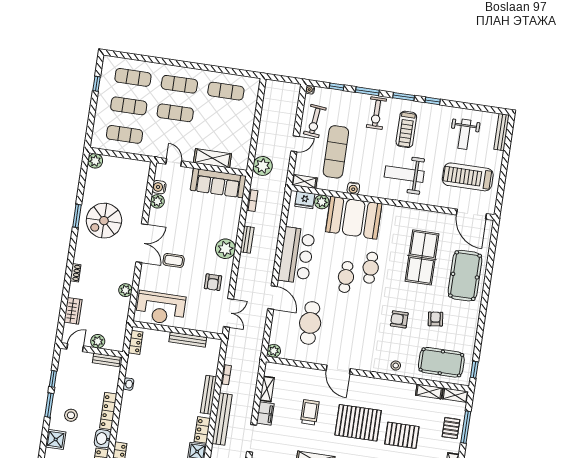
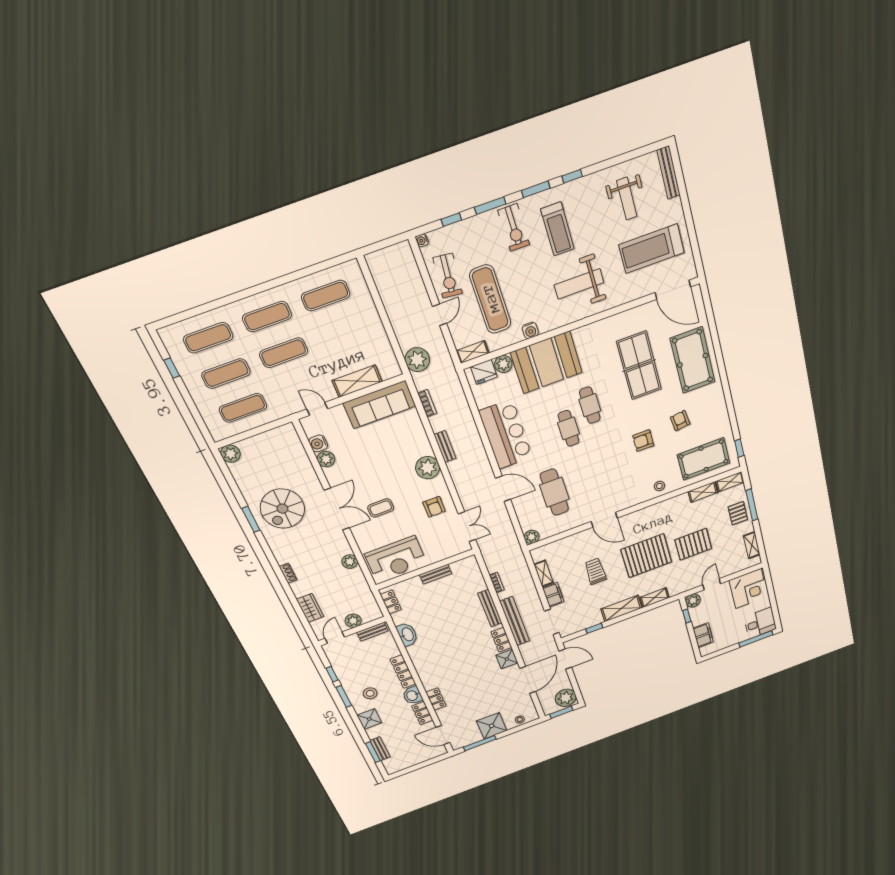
bench: (188, 340) -> (435, 574), width x0.73
washbasin: (128, 384) -> (407, 634), width x1.91, depth x1.45

